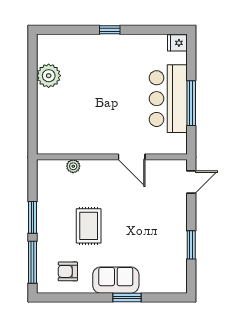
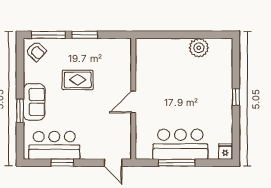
door: (132, 157) -> (133, 102), moved
plant: (73, 166) -> (126, 68), removed
bar counter: (170, 255) -> (54, 145), added
armchair: (68, 271) -> (36, 51), moved, turned 132

